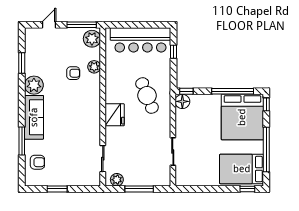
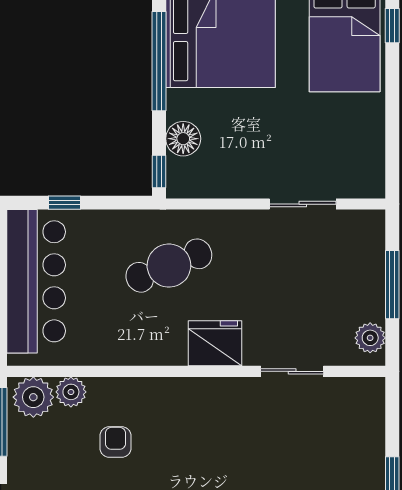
plant: (94, 67) -> (71, 392), moved
floor lamp: (182, 101) -> (183, 139), moved
sliding door: (103, 159) -> (292, 371), moved

